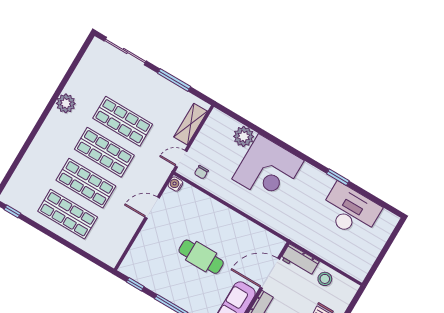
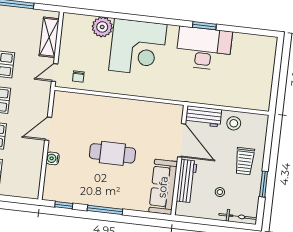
water cooler: (175, 184) -> (53, 158), moved
desk: (350, 211) -> (204, 48), moved
door: (270, 273) -> (182, 140), swing flipped

